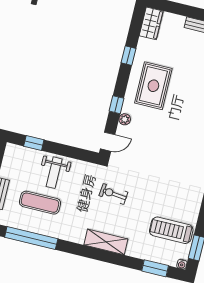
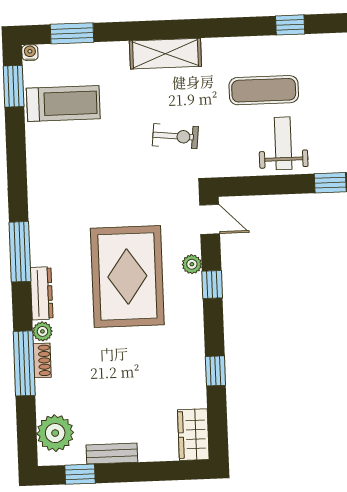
rug: (153, 86) -> (127, 276), moved, width x1.37, depth x1.44
door: (108, 142) -> (210, 219), swing flipped
exercise mat: (40, 203) -> (264, 90), moved
window: (31, 238) -> (290, 25), width x0.32

